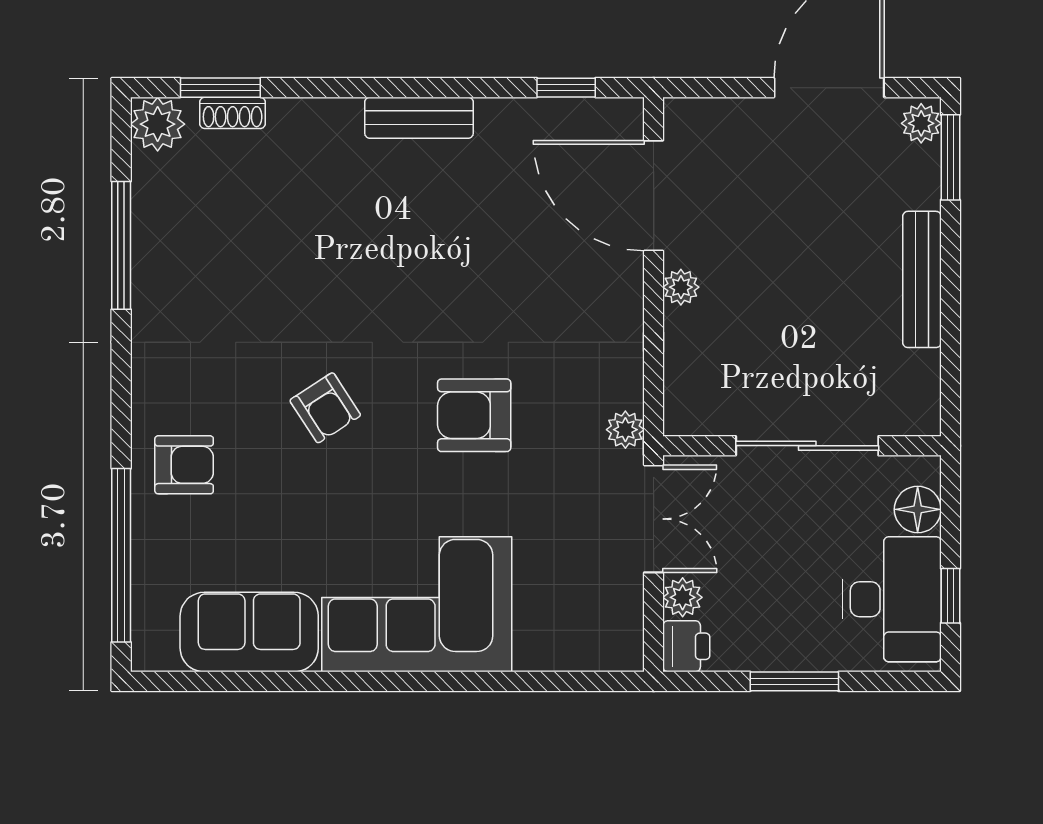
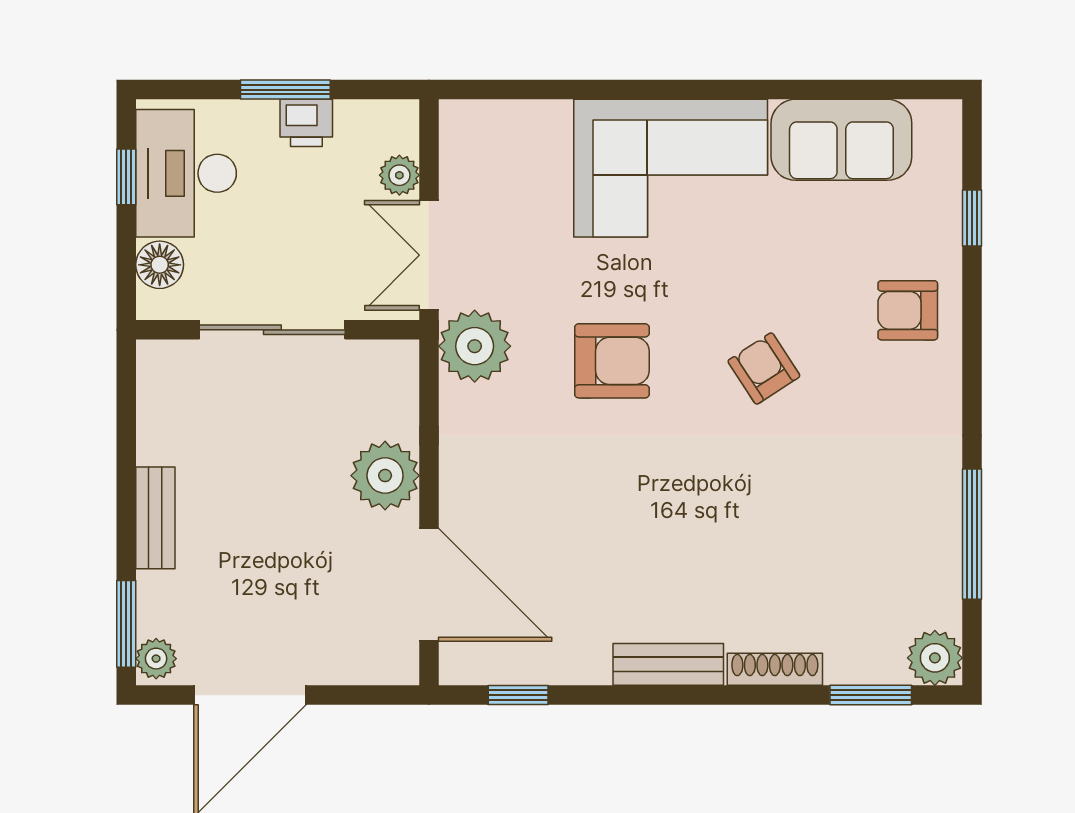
shoe rack: (233, 113) -> (775, 669), moved, width x1.43
bench: (922, 279) -> (155, 518), width x0.73
plant: (681, 287) -> (385, 476), width x1.88, depth x1.88
plant: (625, 430) -> (475, 346), width x1.88, depth x1.88
window: (121, 555) -> (972, 218), width x0.32
printer: (686, 646) -> (306, 123), moved, turned -90

